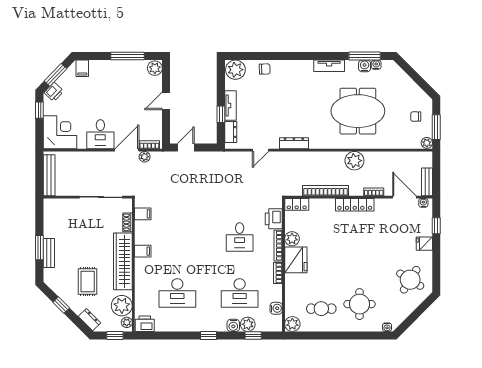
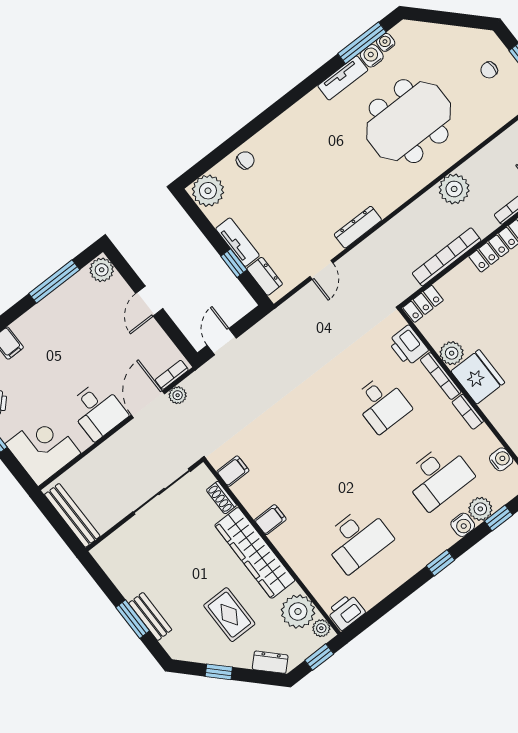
tv unit: (329, 66) -> (343, 78), moved

